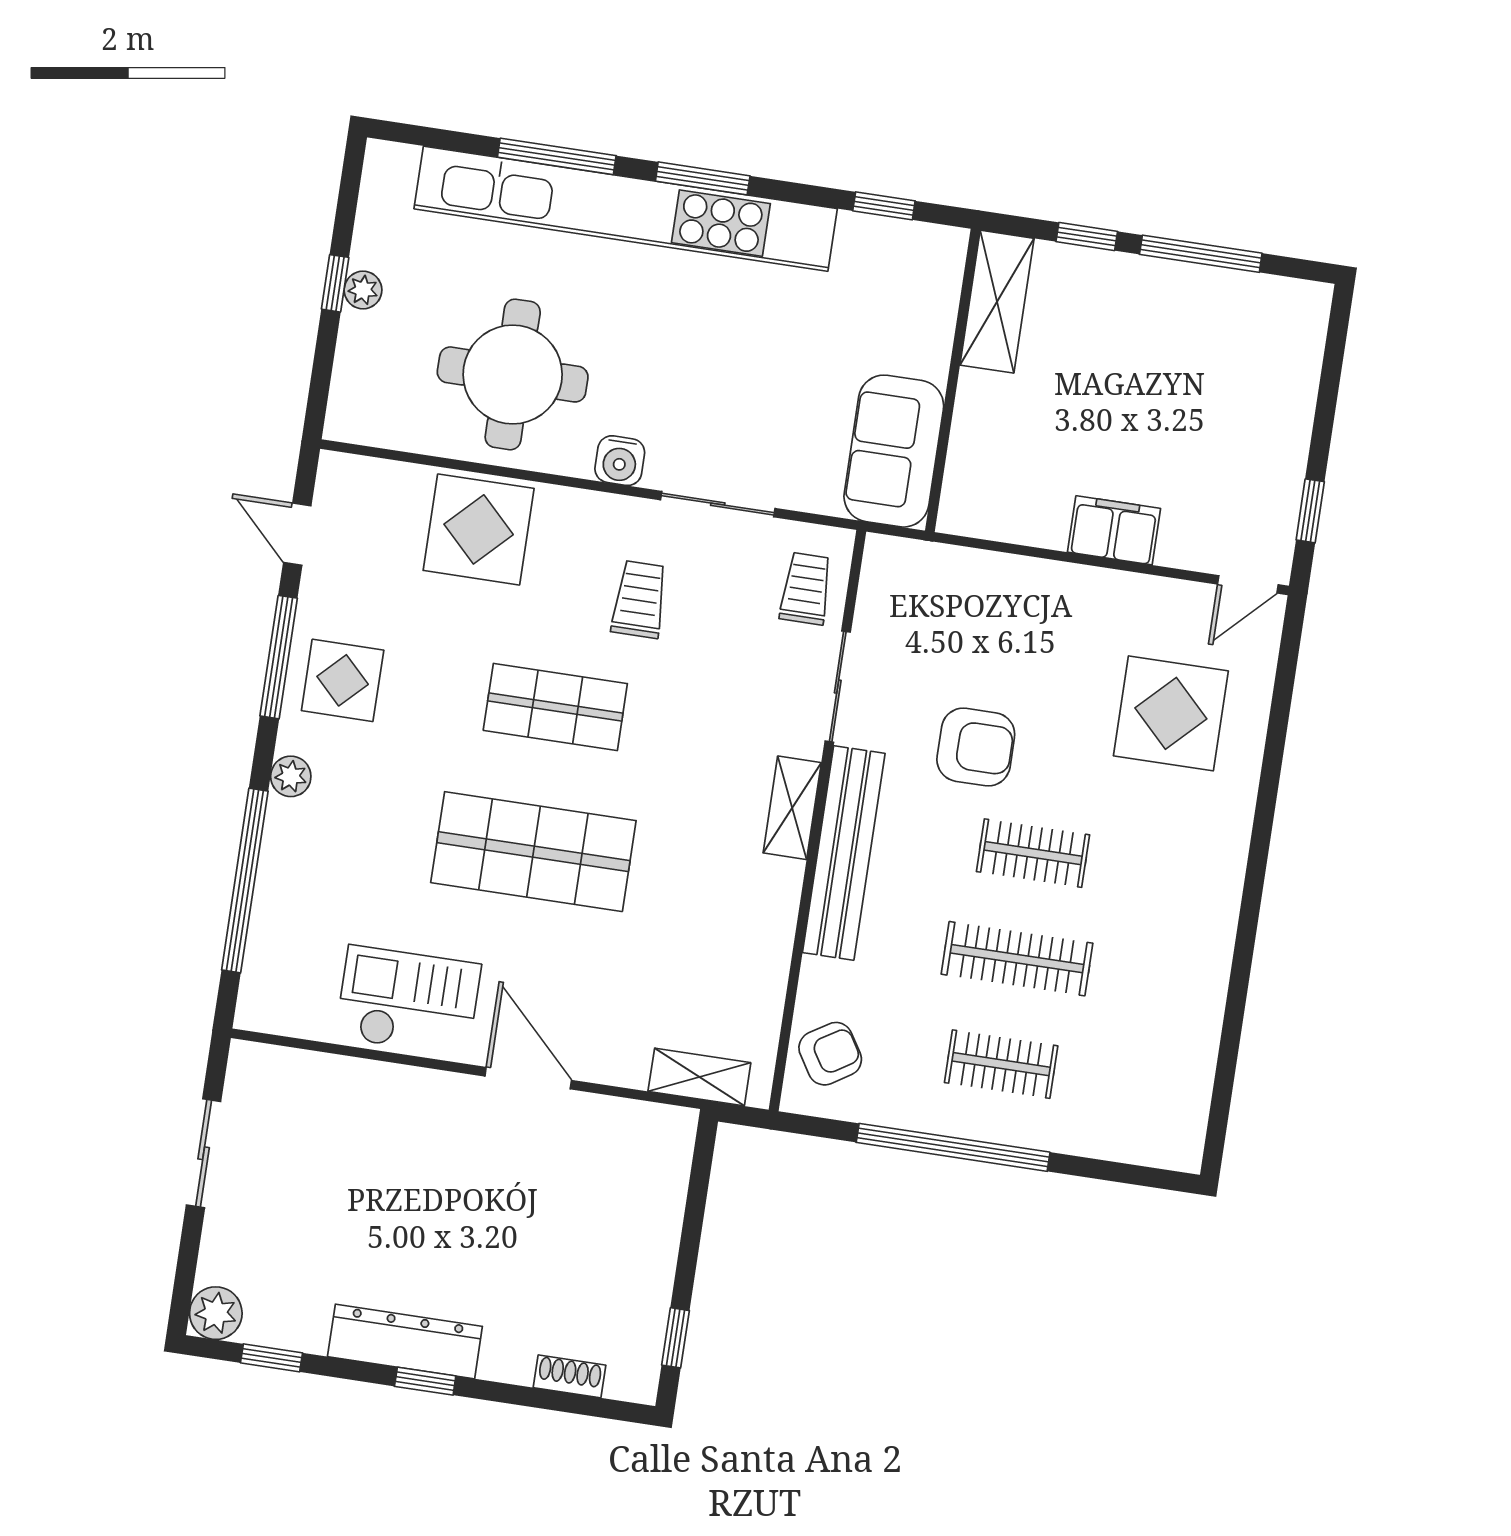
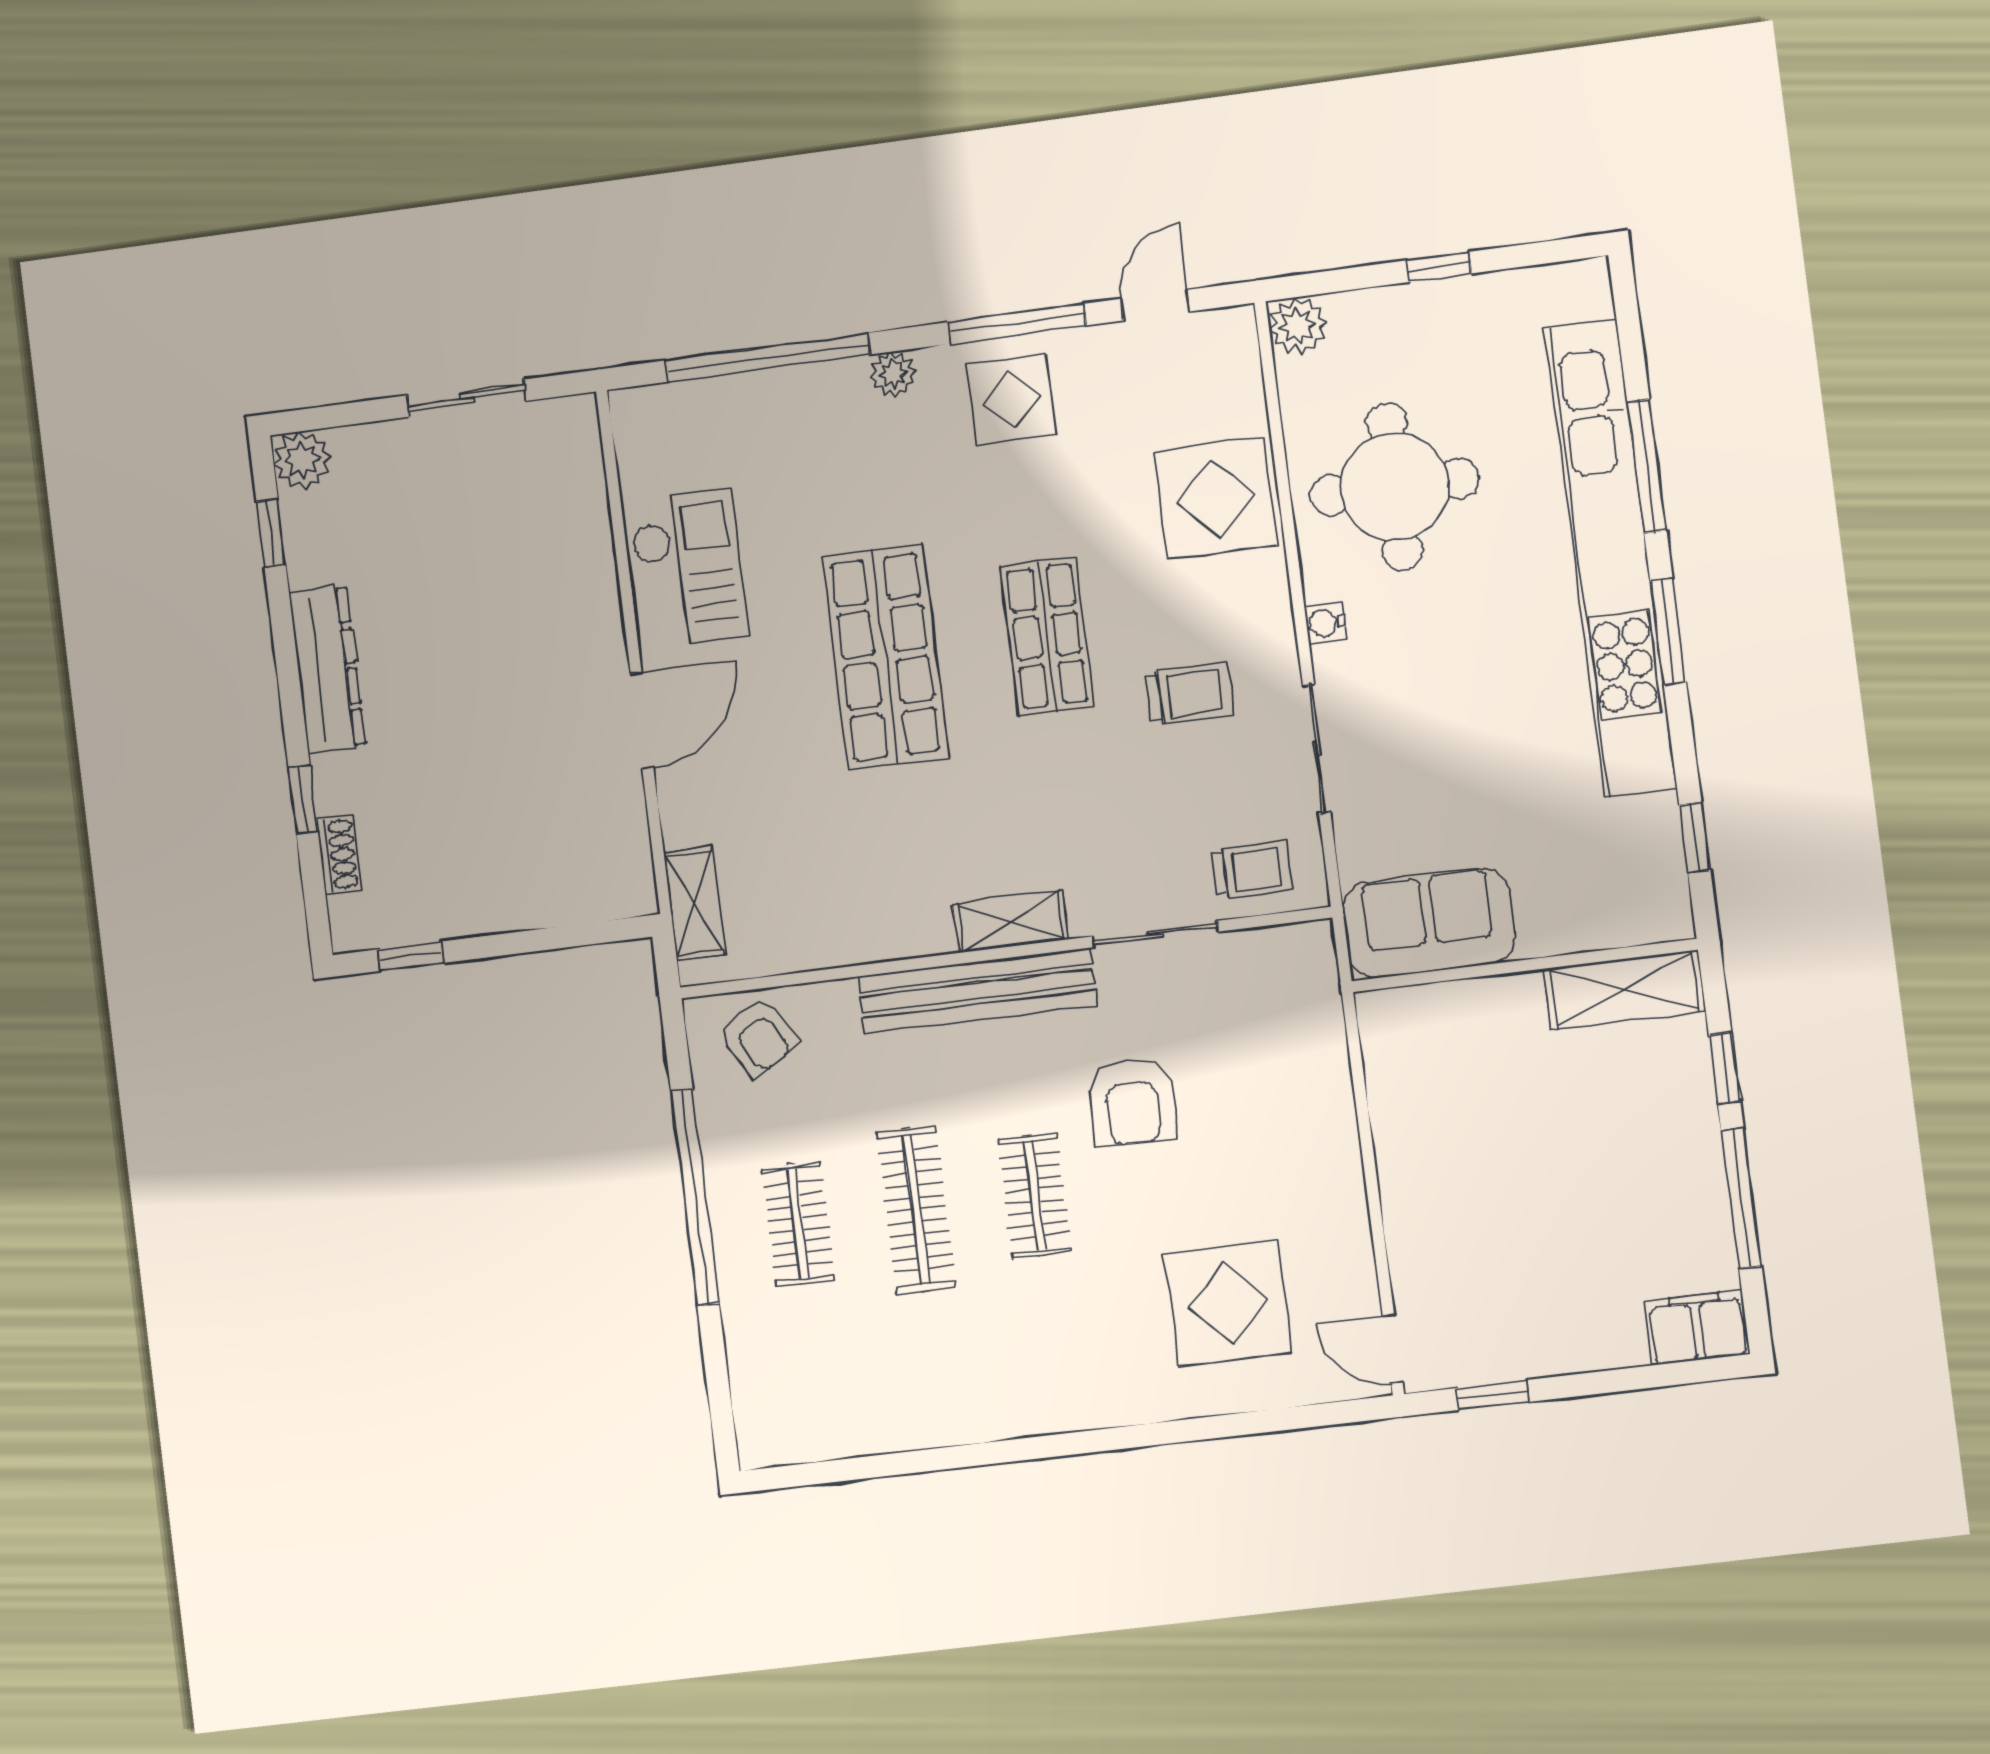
plant: (363, 290) -> (1298, 326), moved, width x1.38, depth x1.38
water cooler: (620, 461) -> (1326, 623), width x0.72, depth x0.72
filing cabinet: (1114, 530) -> (1697, 1328), moved, turned -90
window: (425, 1381) -> (303, 799), moved

